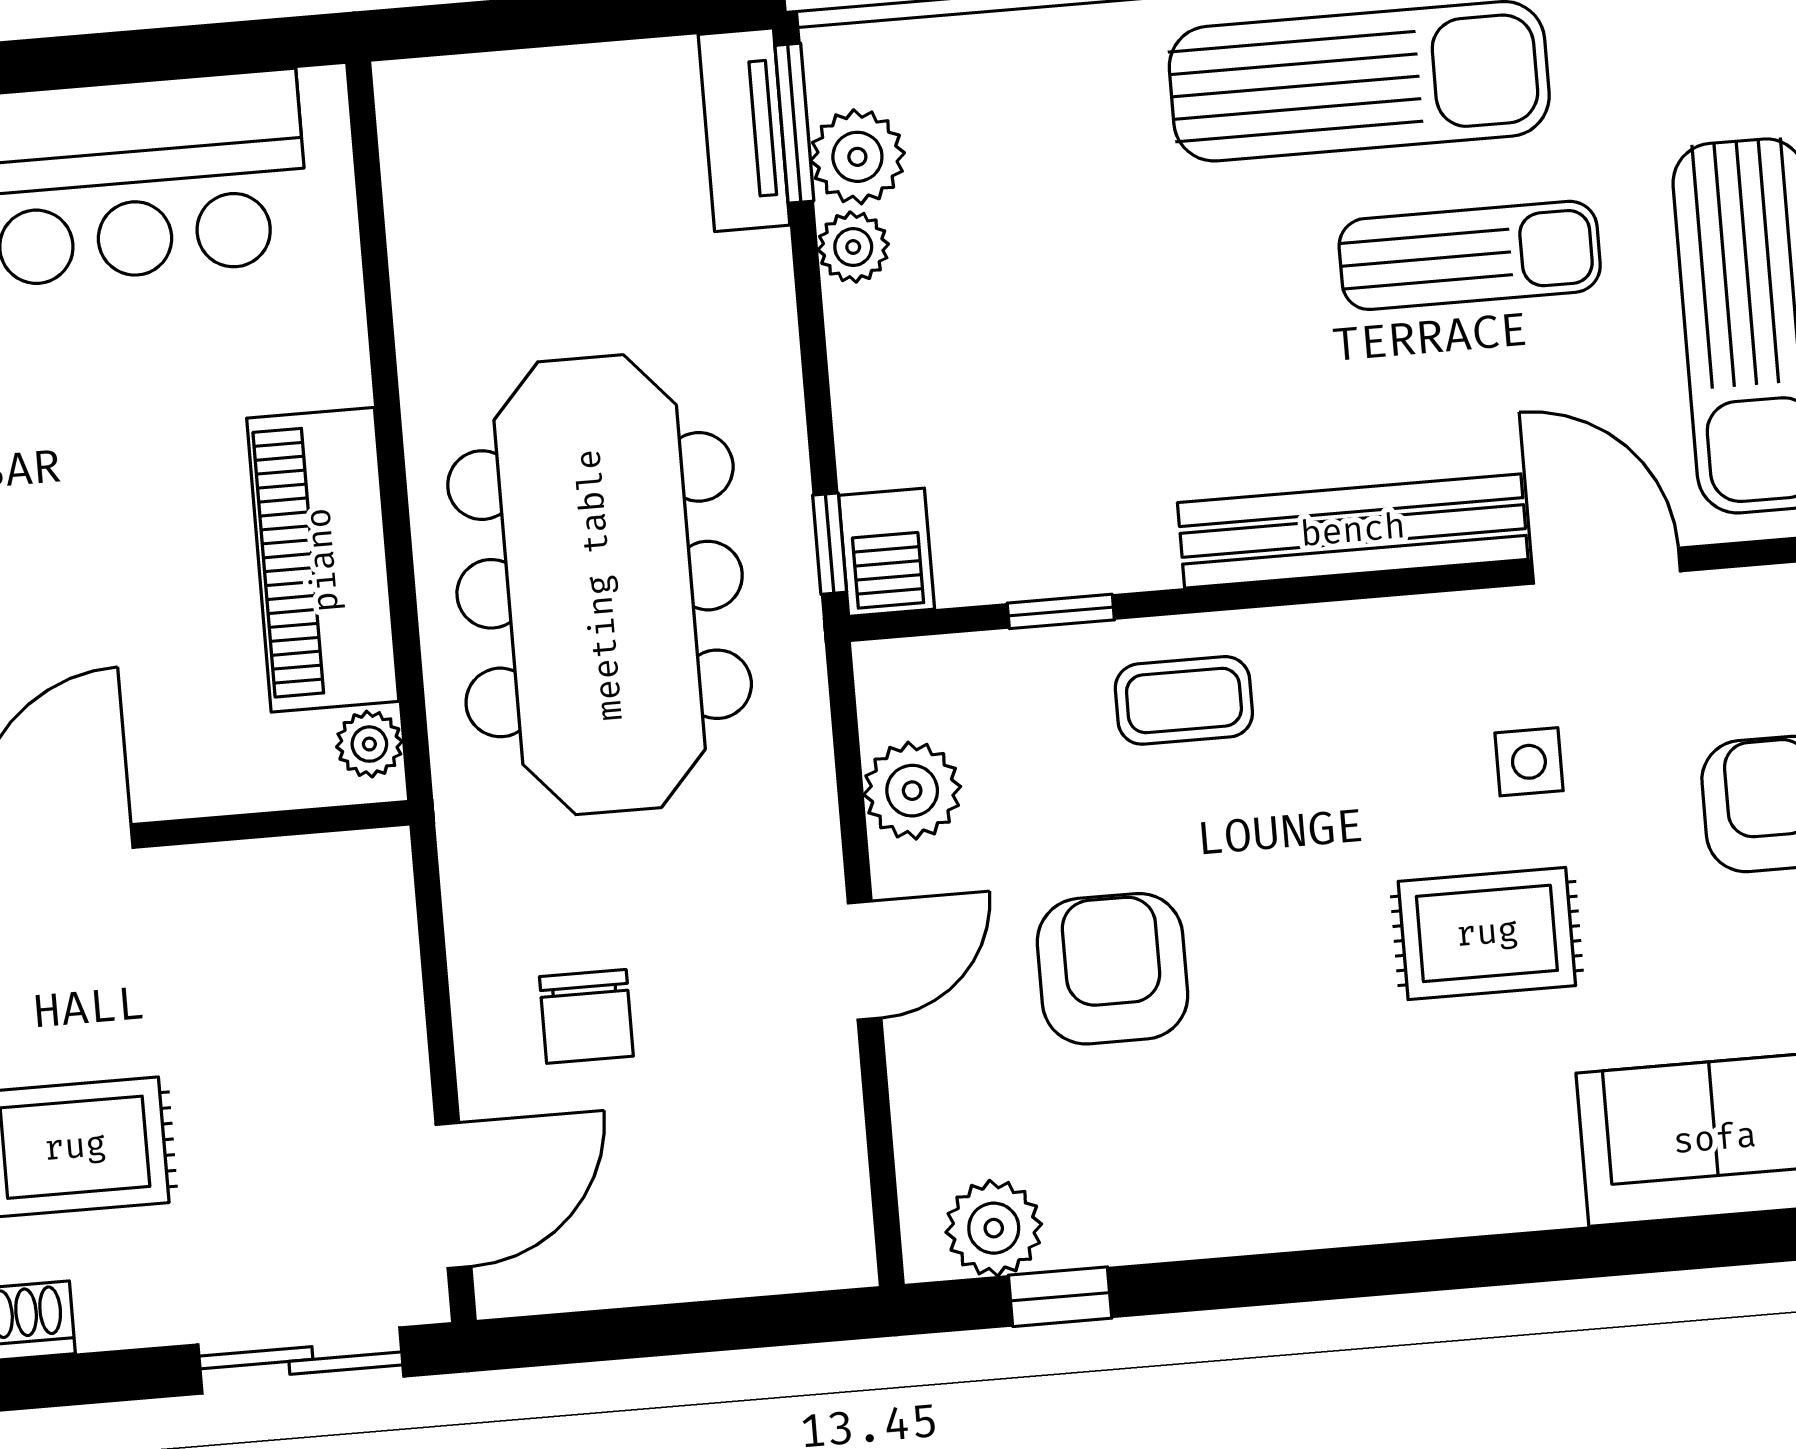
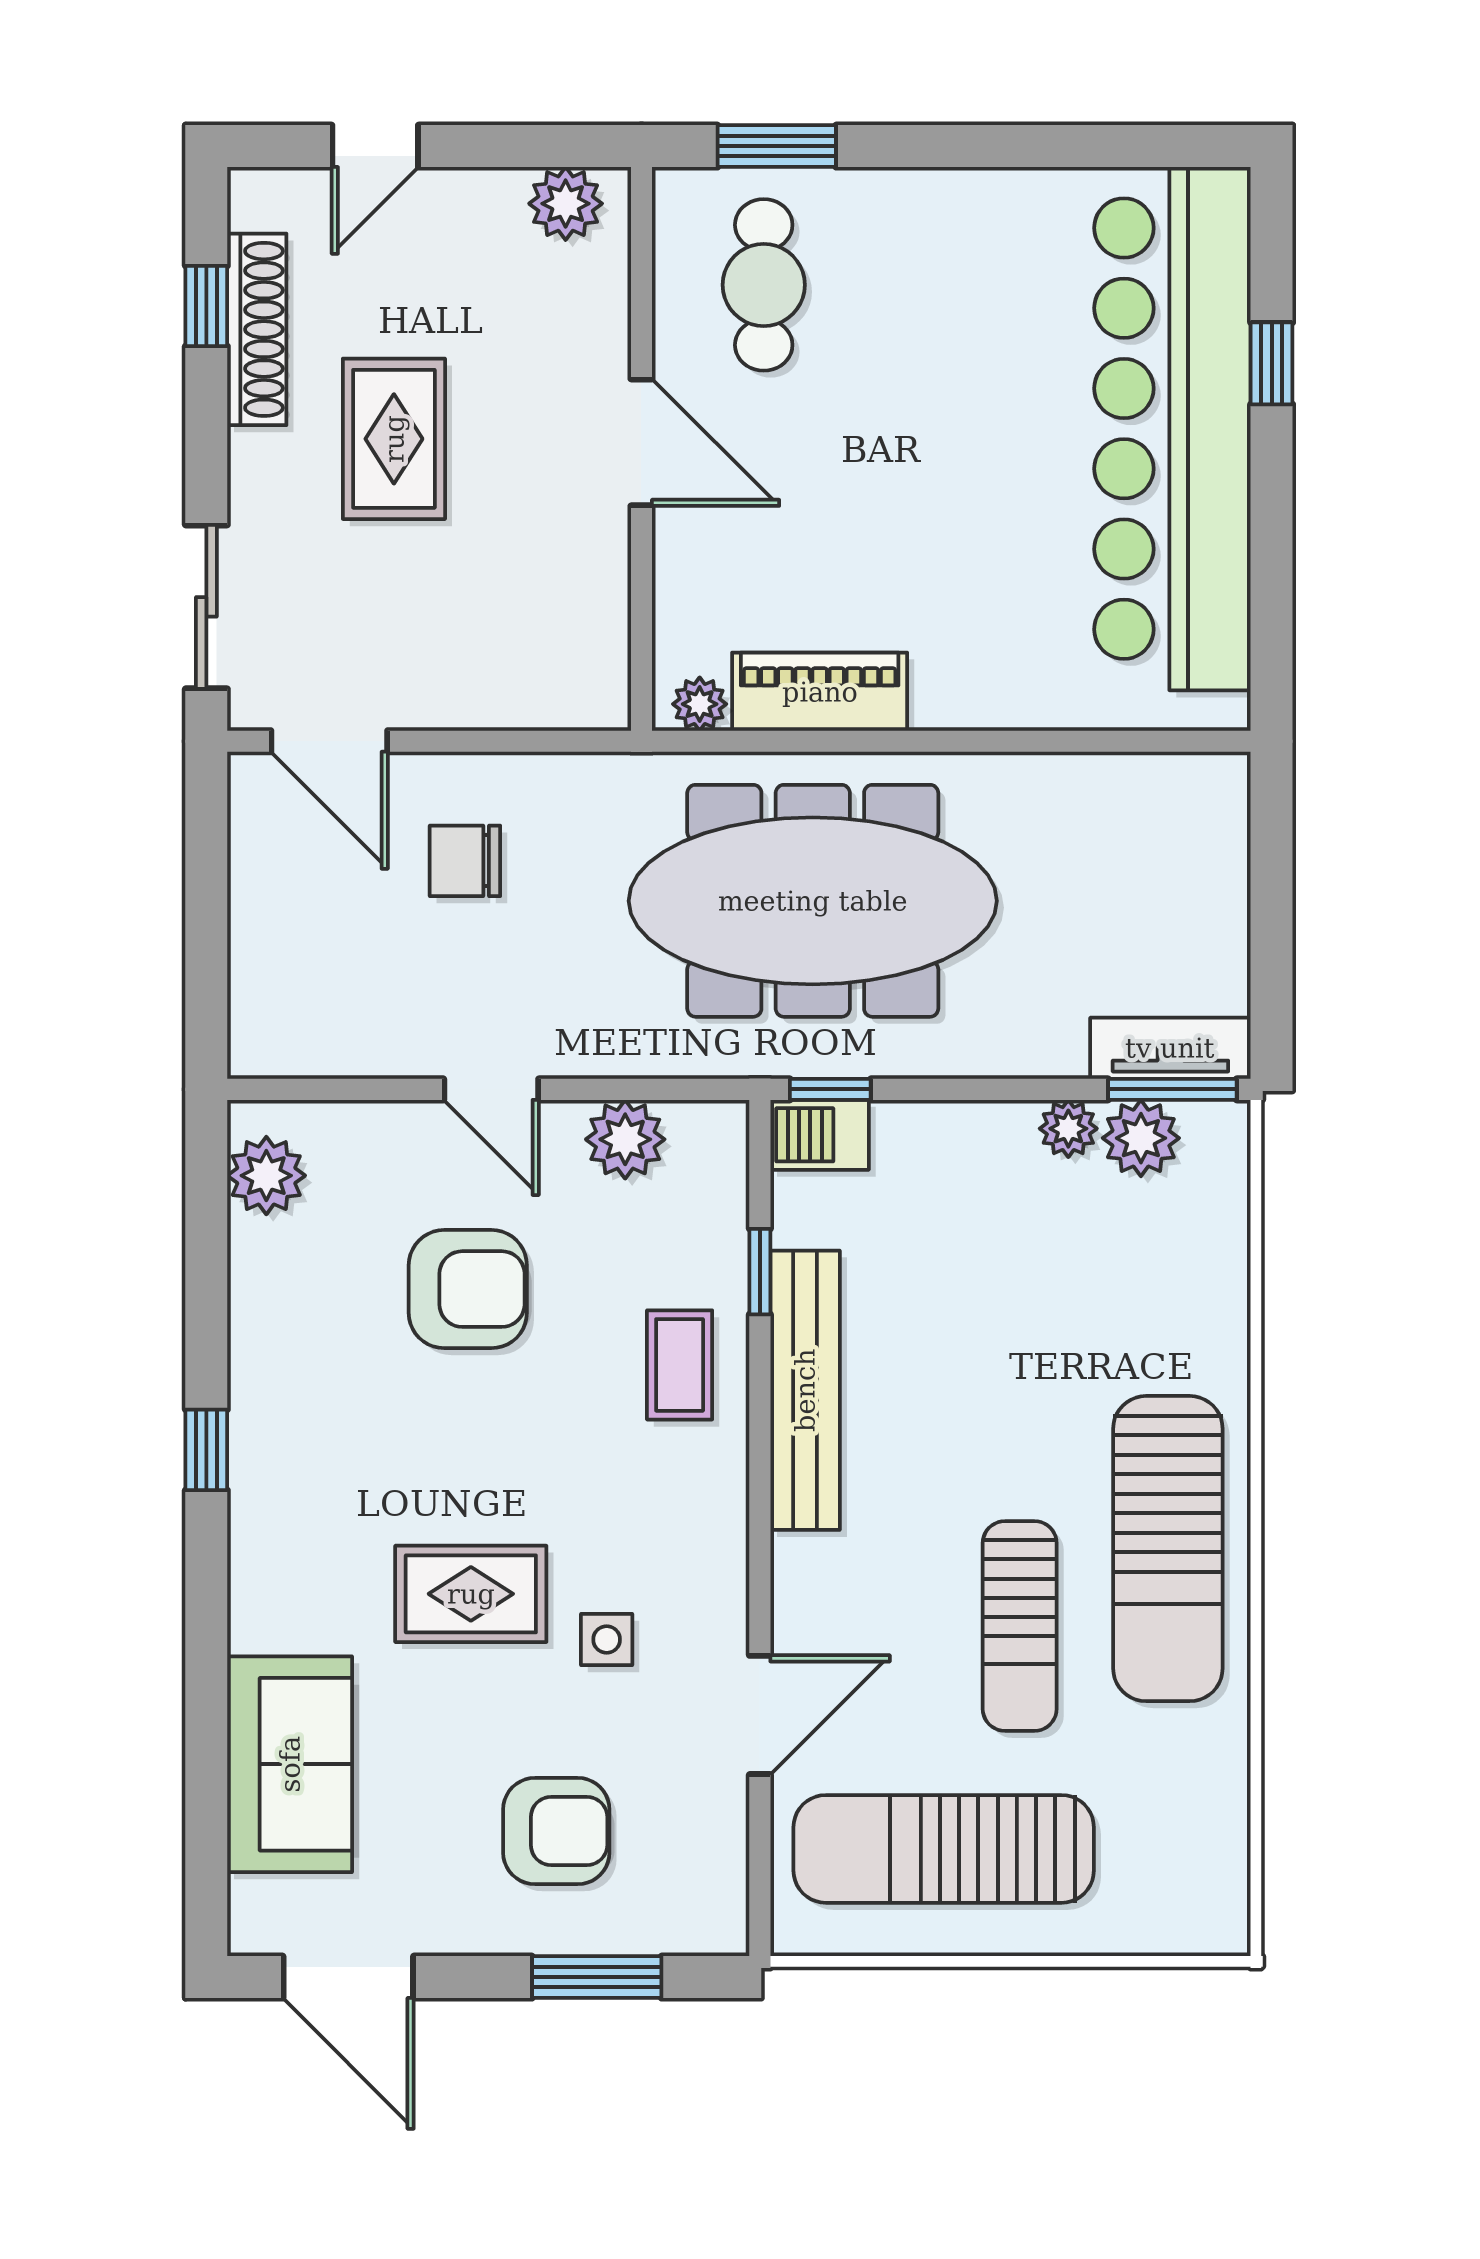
bench: (1353, 531) -> (805, 1390), moved
piano: (323, 560) -> (820, 692), width x0.73, depth x0.75
rug: (1487, 933) -> (471, 1594), turned 90
window: (1060, 1297) -> (206, 1450), moved

